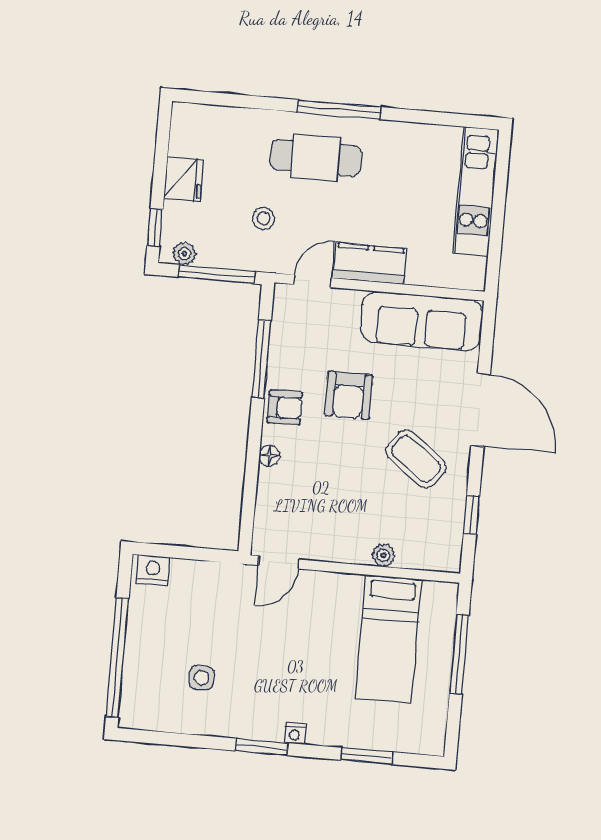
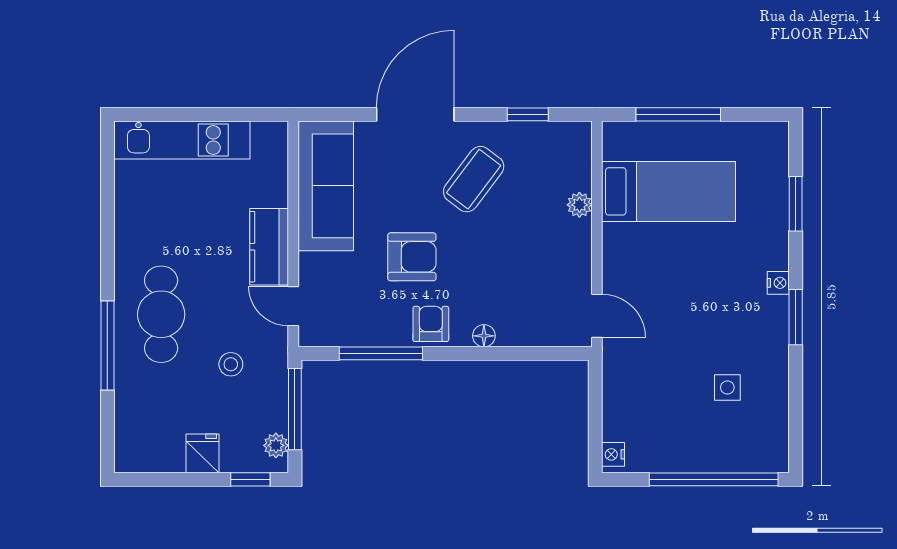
window: (339, 110) -> (107, 346), moved
fridge: (183, 179) -> (203, 453), width x0.72
nightstand: (153, 570) -> (613, 454), width x0.72, depth x0.74

